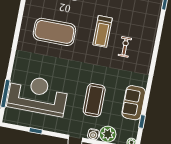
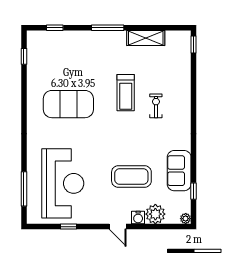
reception desk: (38, 95) -> (63, 183), turned 90
coffee table: (94, 100) -> (131, 176), turned 90

